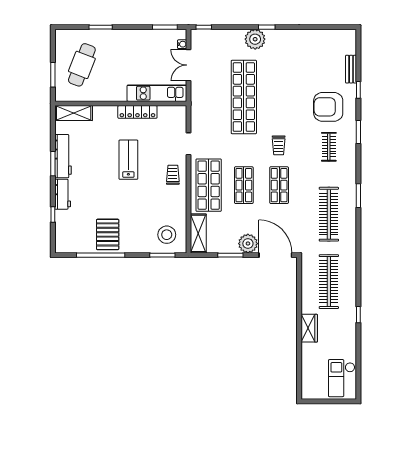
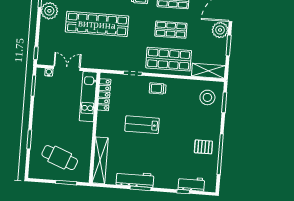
double door: (188, 65) -> (67, 68), swing flipped
locker: (137, 112) -> (104, 95), moved
shelving: (74, 113) -> (100, 160), width x1.47
workbench: (63, 194) -> (191, 184), moved
pallet: (108, 234) -> (203, 147), width x0.67, depth x0.71

